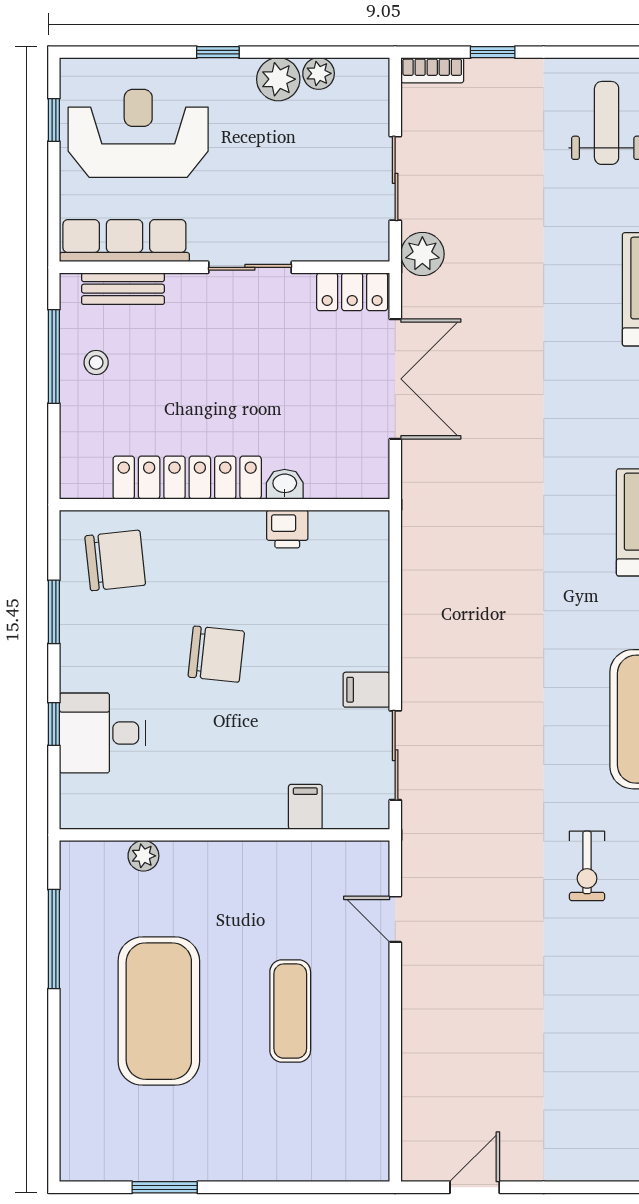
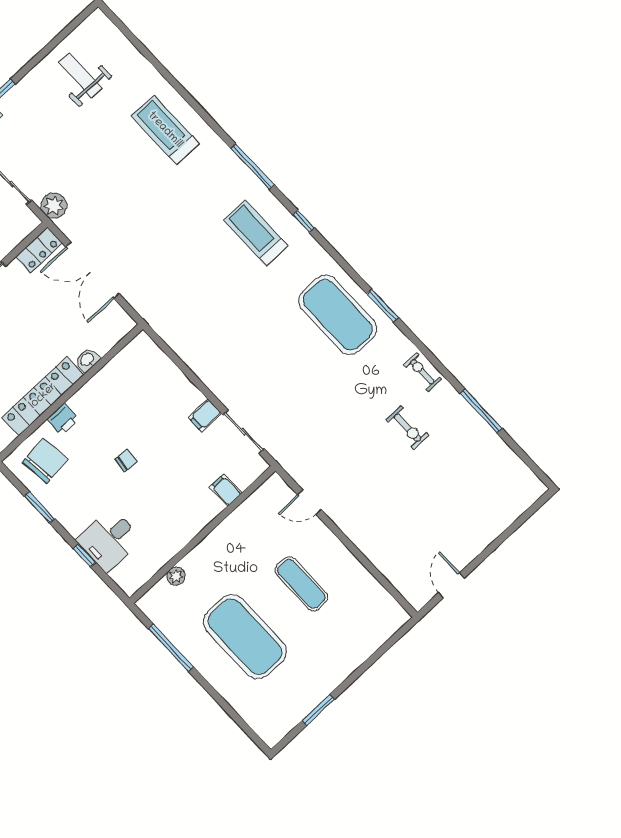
double door: (395, 379) -> (92, 270), swing flipped
printer: (287, 529) -> (63, 419), moved
chair: (216, 654) -> (126, 460), width x0.54, depth x0.54
exercise bike: (587, 866) -> (407, 428), moved

